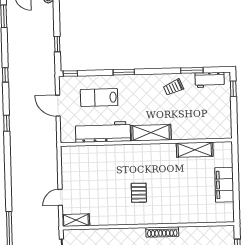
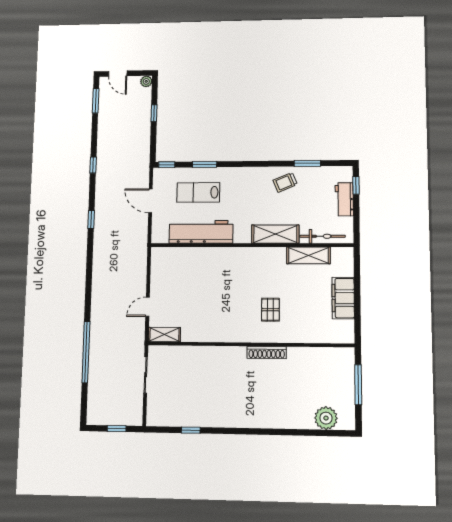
window: (57, 44) -> (154, 113), moved
window: (124, 72) -> (205, 164), moved
workbench: (210, 80) -> (344, 199), moved, turned 90
shelving: (151, 133) -> (275, 234), moved
bicycle: (206, 133) -> (323, 236), added
pallet: (139, 193) -> (270, 310), moved

